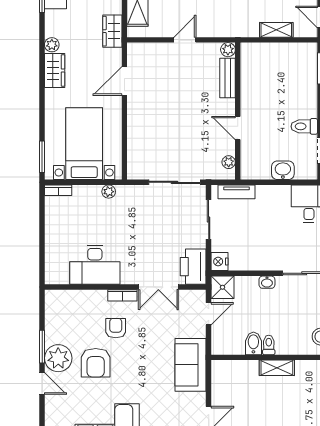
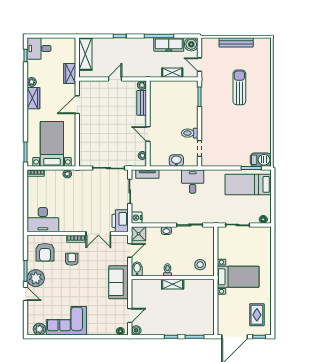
desk: (95, 265) -> (43, 220), moved
bidet: (253, 343) -> (137, 269), moved
armchair: (96, 363) -> (45, 252), moved

